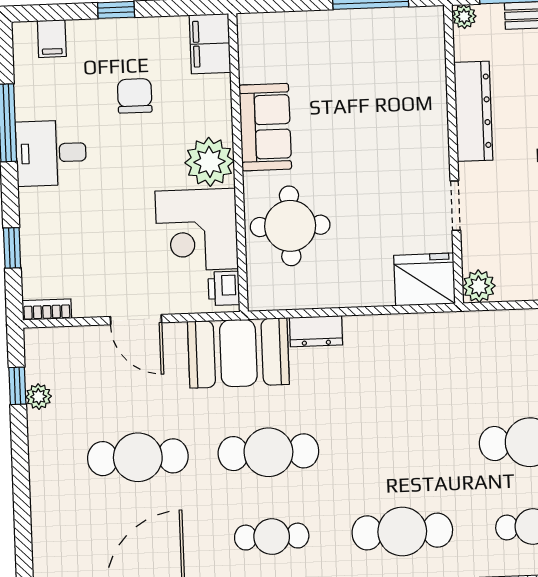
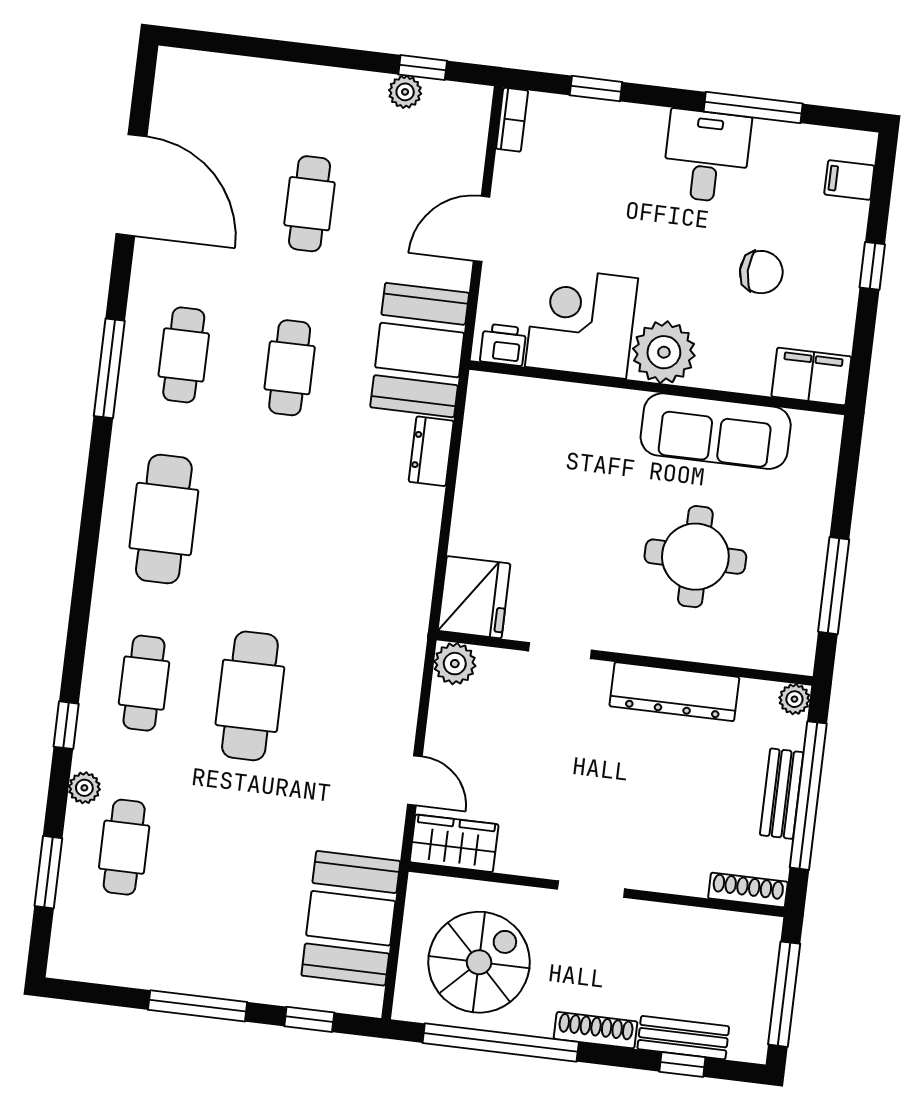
sofa: (265, 127) -> (716, 431), width x1.36
round table: (290, 226) -> (695, 557), moved
cafe table: (268, 452) -> (290, 368), width x0.73, depth x0.74
cafe table: (138, 457) -> (310, 204), width x0.73, depth x0.74

